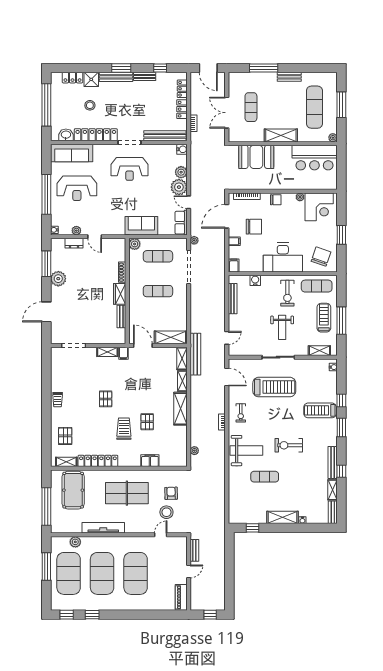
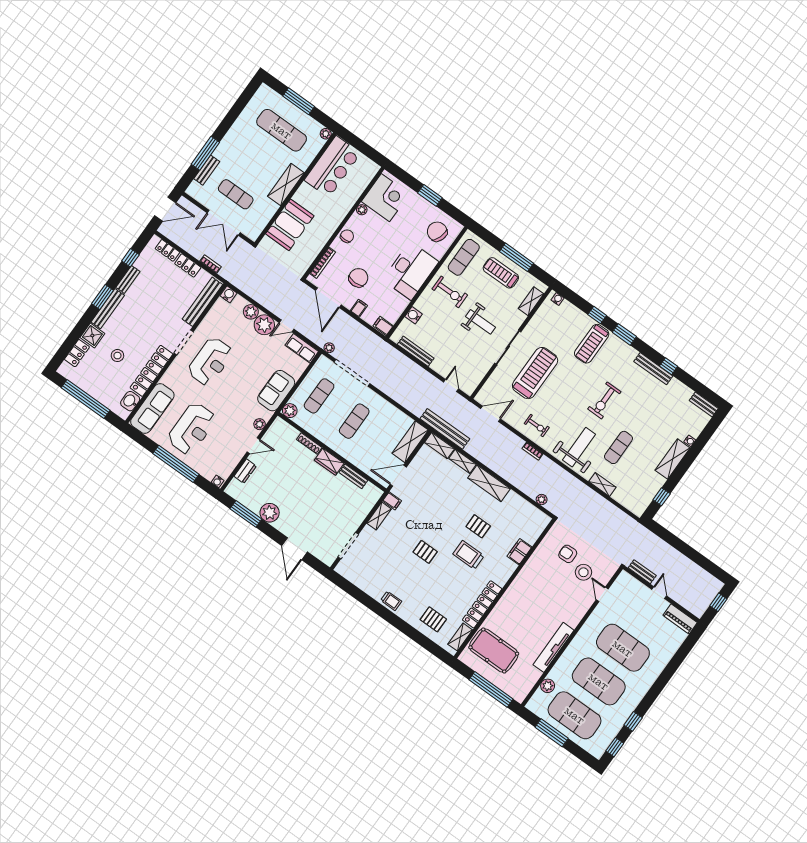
bench: (289, 77) -> (207, 170), moved
plant: (76, 231) -> (260, 424), moved
shelving: (333, 490) -> (602, 484), moved
table tennis table: (127, 493) -> (536, 598), removed

